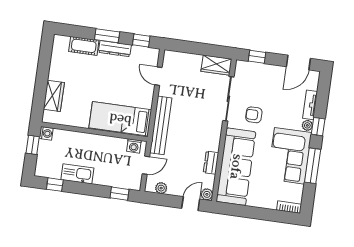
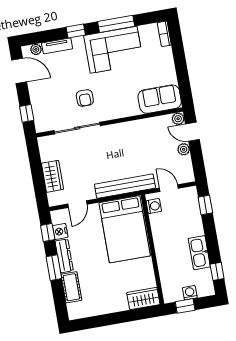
nightstand: (138, 52) -> (60, 231), added
wardrobe: (216, 65) -> (52, 176), moved
wardrobe: (54, 96) -> (143, 298), moved
bed: (120, 119) -> (125, 229), width x1.50
plant: (307, 125) -> (36, 49), moved
washing machine: (46, 133) -> (190, 293), moved
dresser: (211, 163) -> (146, 125), removed
sofa: (236, 167) -> (160, 99), width x0.54, depth x0.79
plant: (161, 188) -> (184, 149), moved

